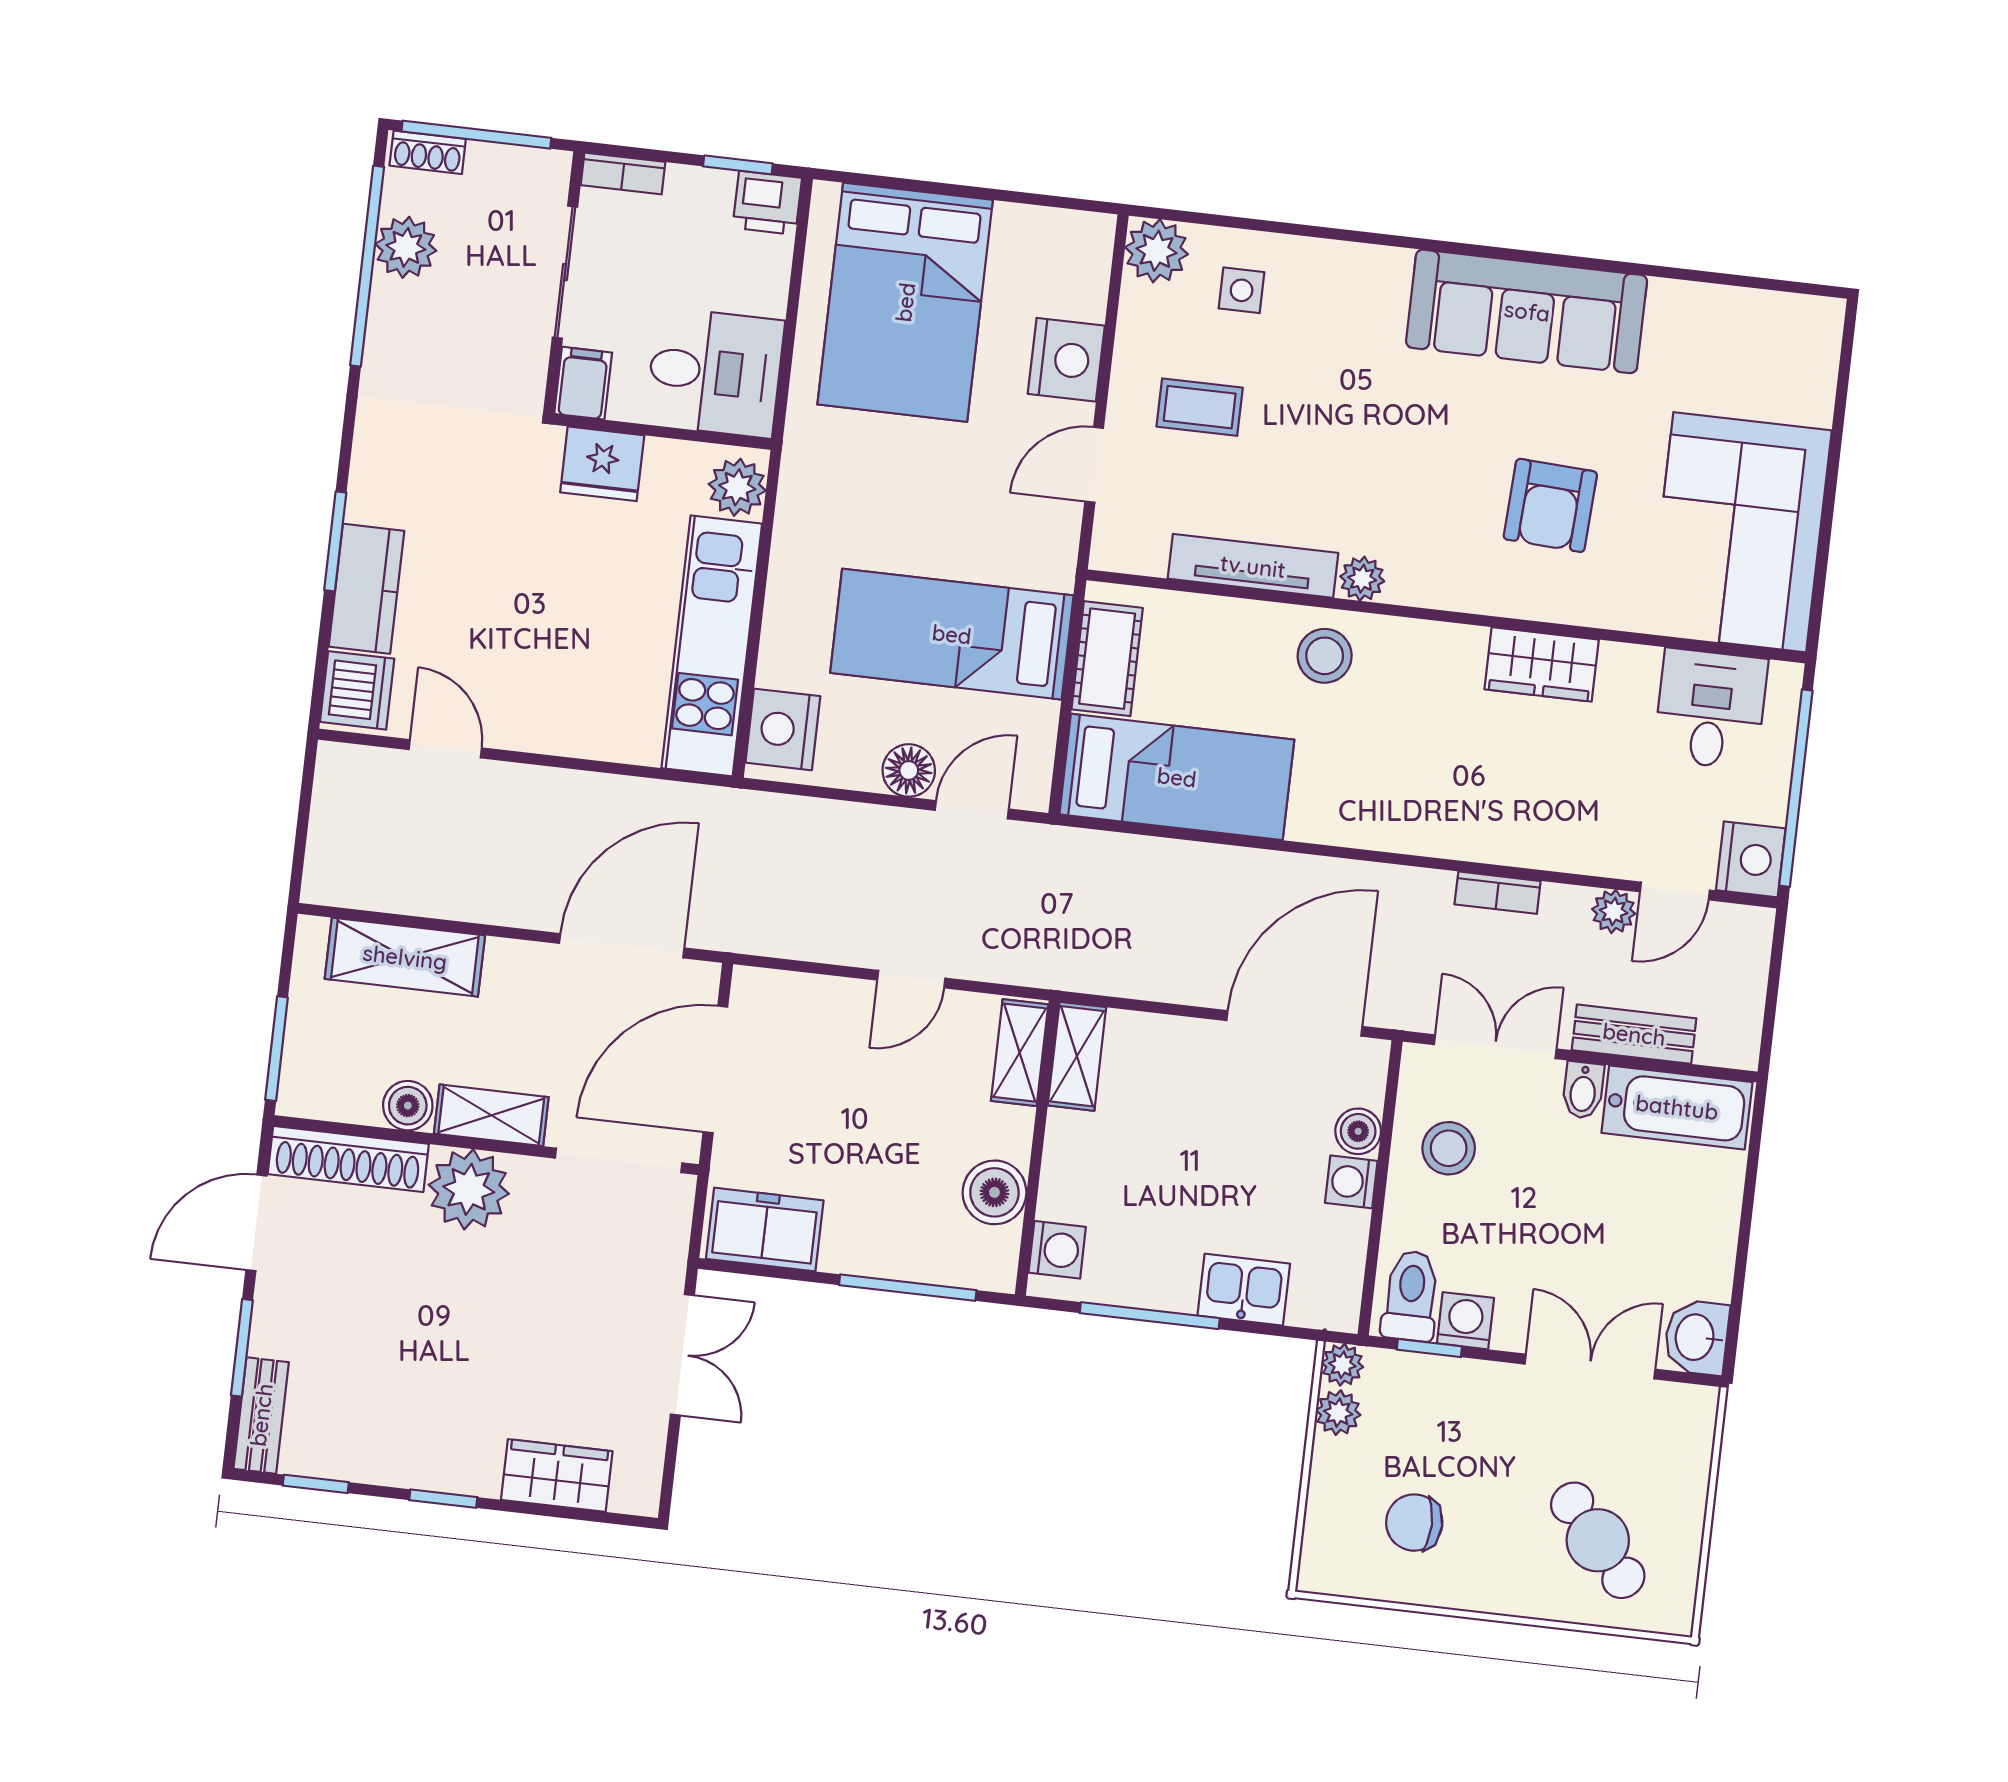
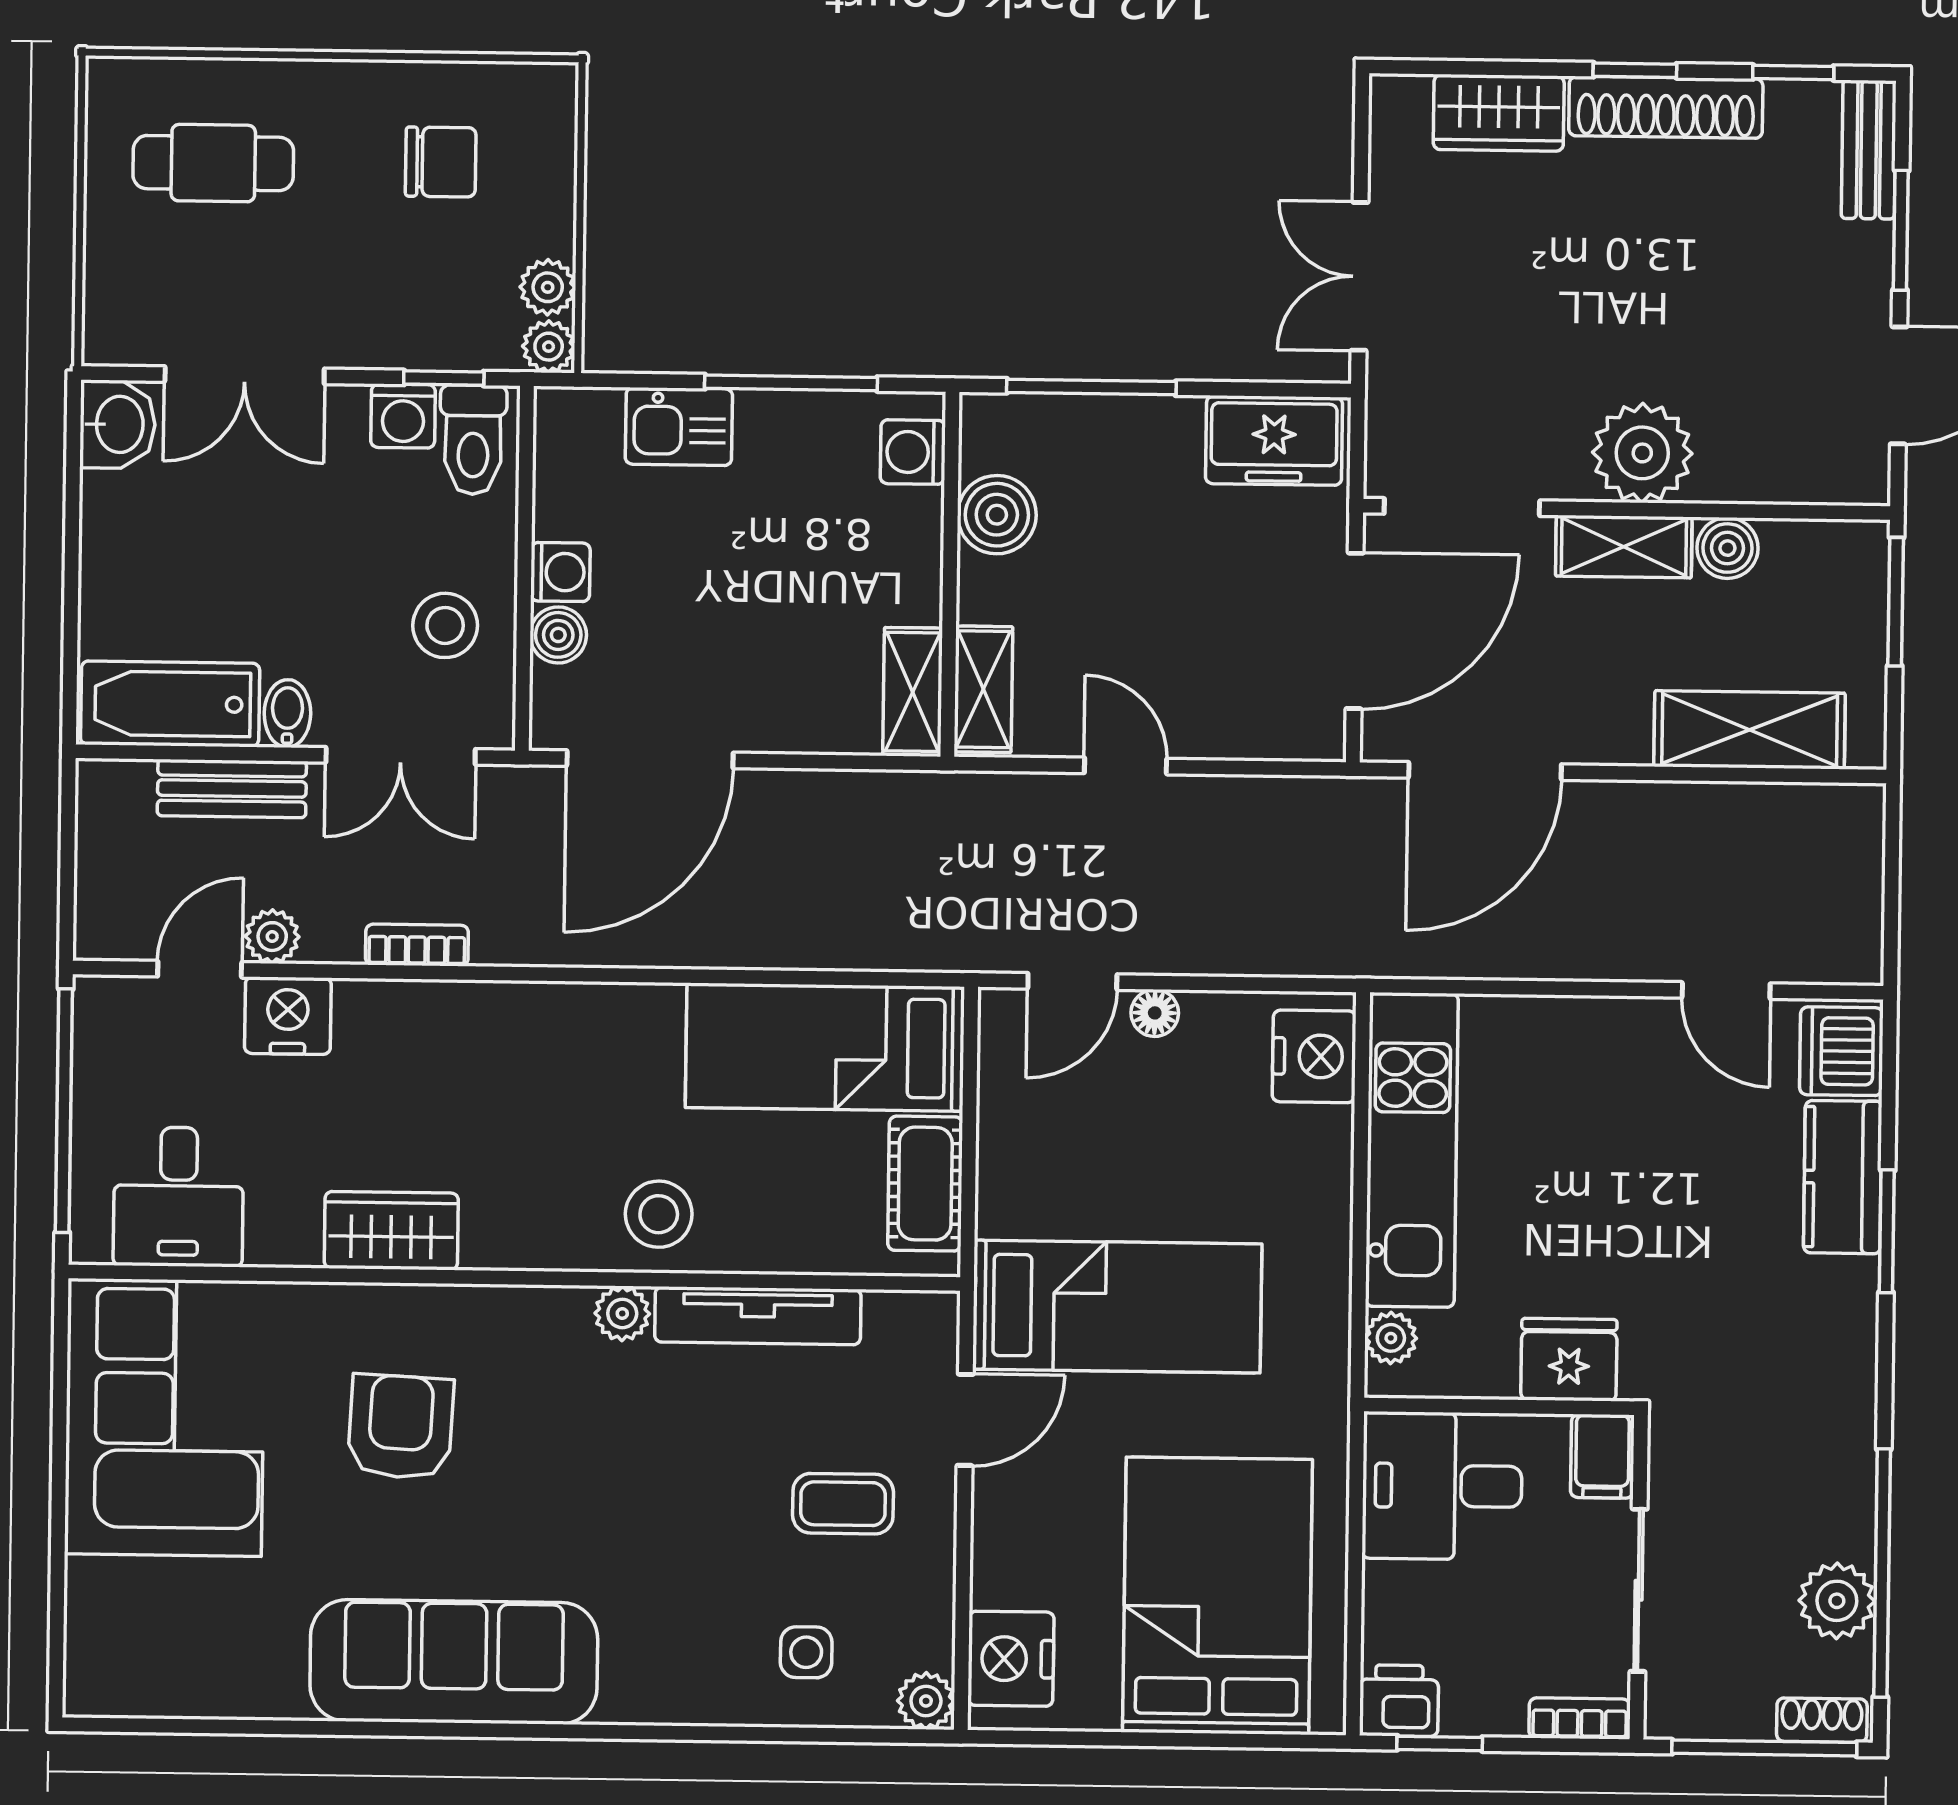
plant: (1157, 251) -> (926, 1701), width x0.73, depth x0.73
nightstand: (1066, 360) -> (1011, 1659), moved
plant: (737, 487) -> (1391, 1338), width x0.73, depth x0.73
bed: (952, 634) -> (1117, 1307), moved
floor lamp: (909, 770) -> (1155, 1013), width x0.73, depth x0.73
nightstand: (1751, 859) -> (288, 1016), moved, turned 90
door: (911, 979) -> (1126, 766), hinge flipped
shoe rack: (348, 1159) -> (1666, 107), moved, turned 180
cafe table: (1598, 1540) -> (213, 163), turned -49

